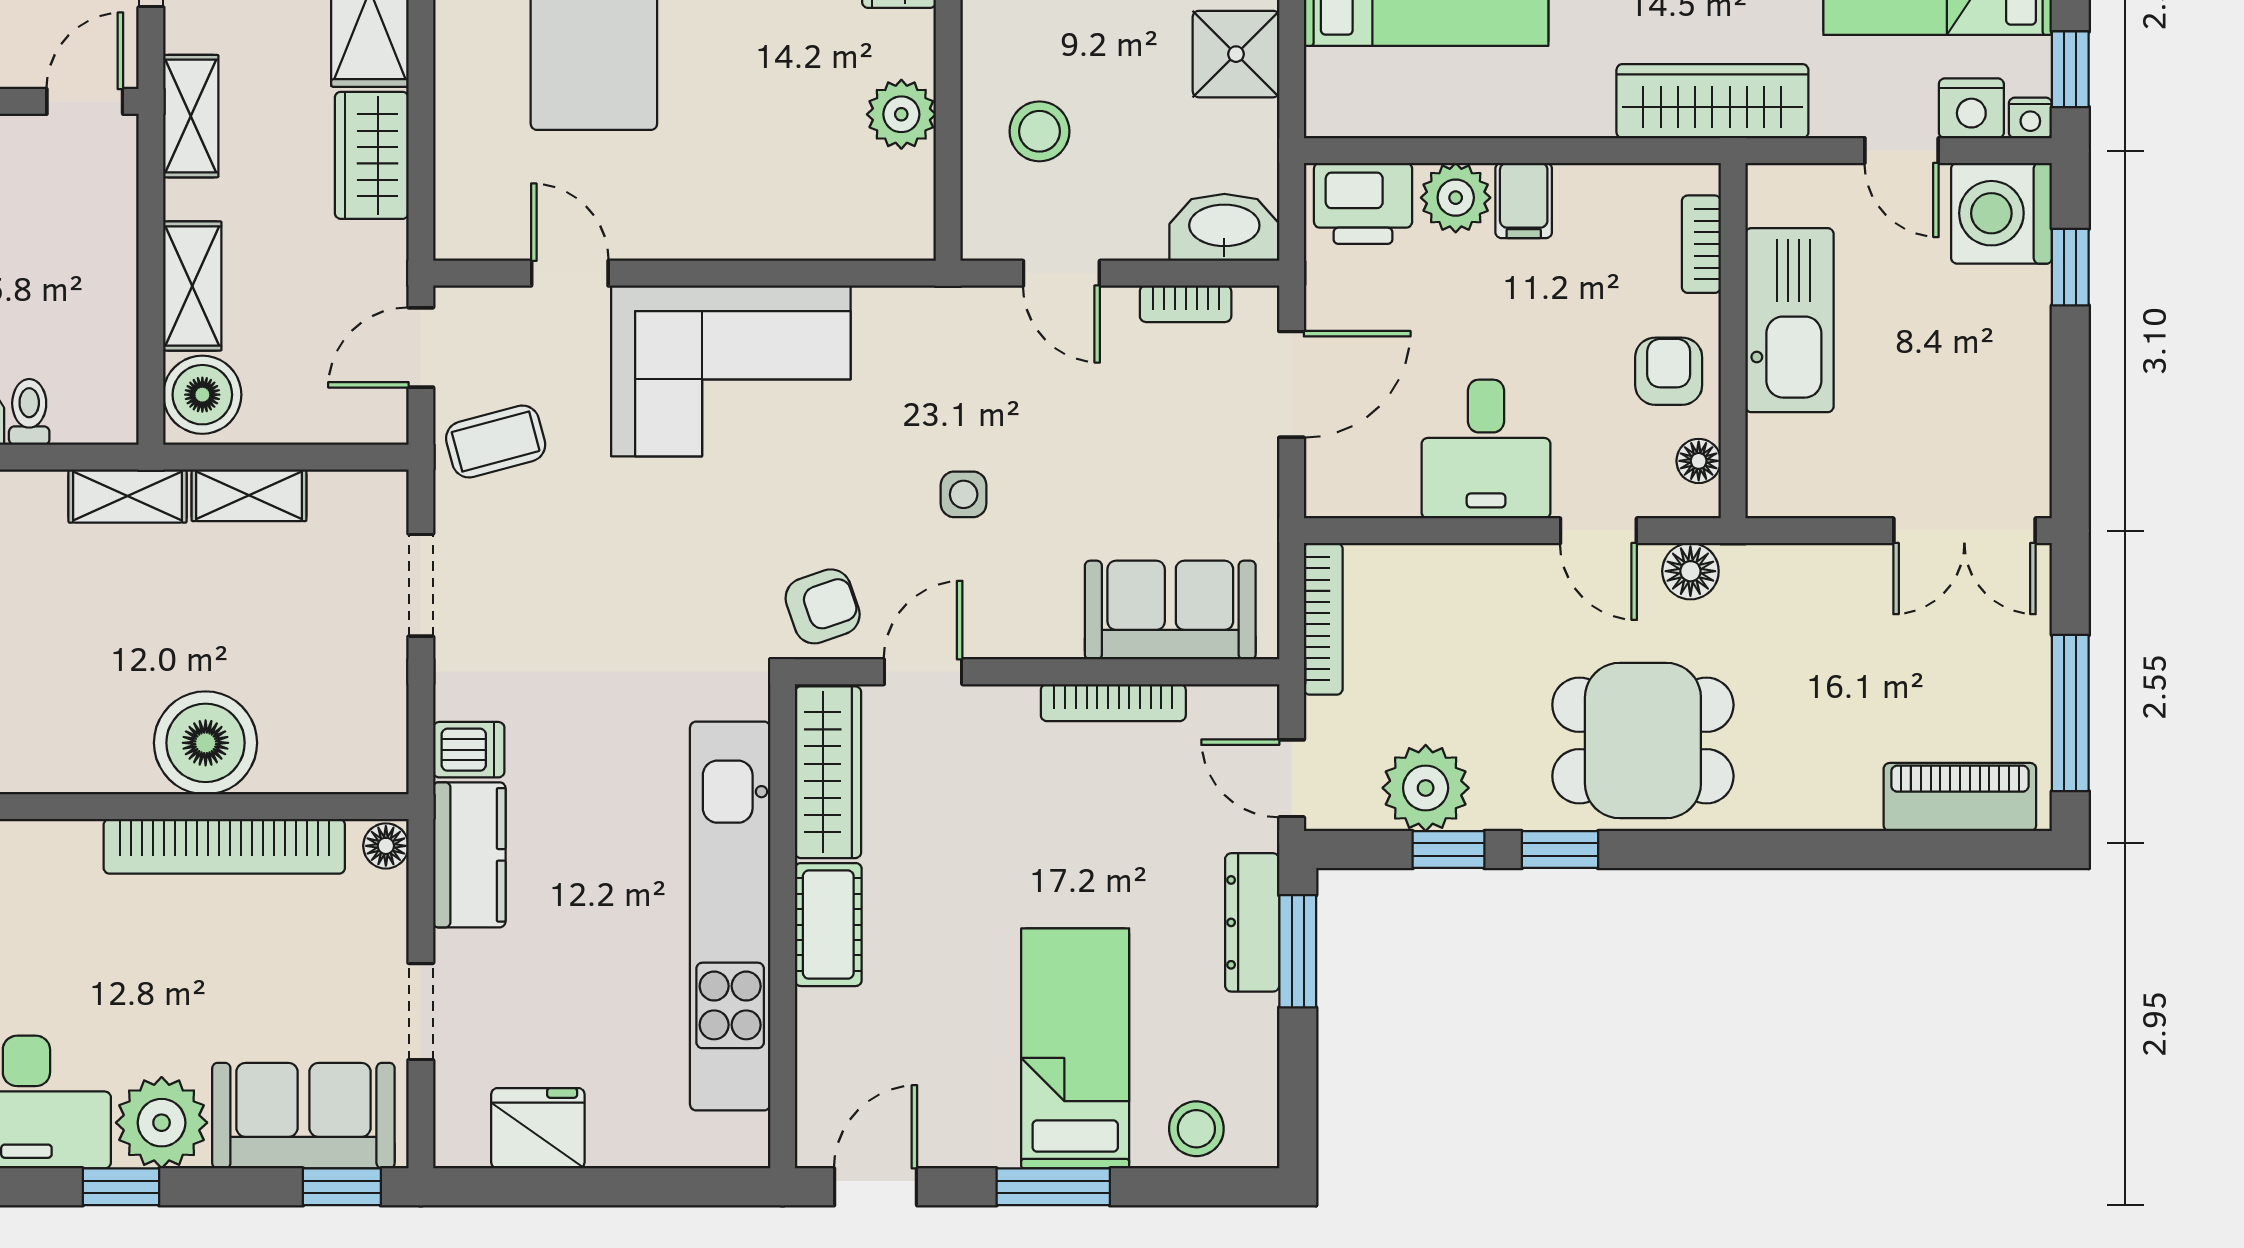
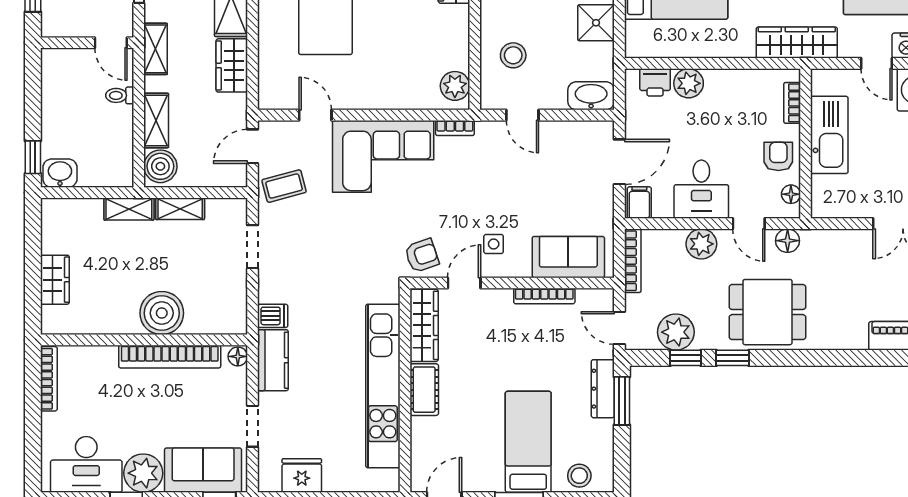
door: (85, 101) -> (111, 43), swing flipped
plant: (901, 114) -> (455, 86), moved
filing cabinet: (1524, 200) -> (639, 203), moved, turned 180
printer: (1363, 203) -> (655, 82), width x0.73, depth x0.81
bookcase: (1186, 304) -> (455, 128), moved
toilet: (29, 412) -> (120, 95), moved, turned -90
side table: (964, 494) -> (494, 244), moved
plant: (1486, 579) -> (701, 244), added

